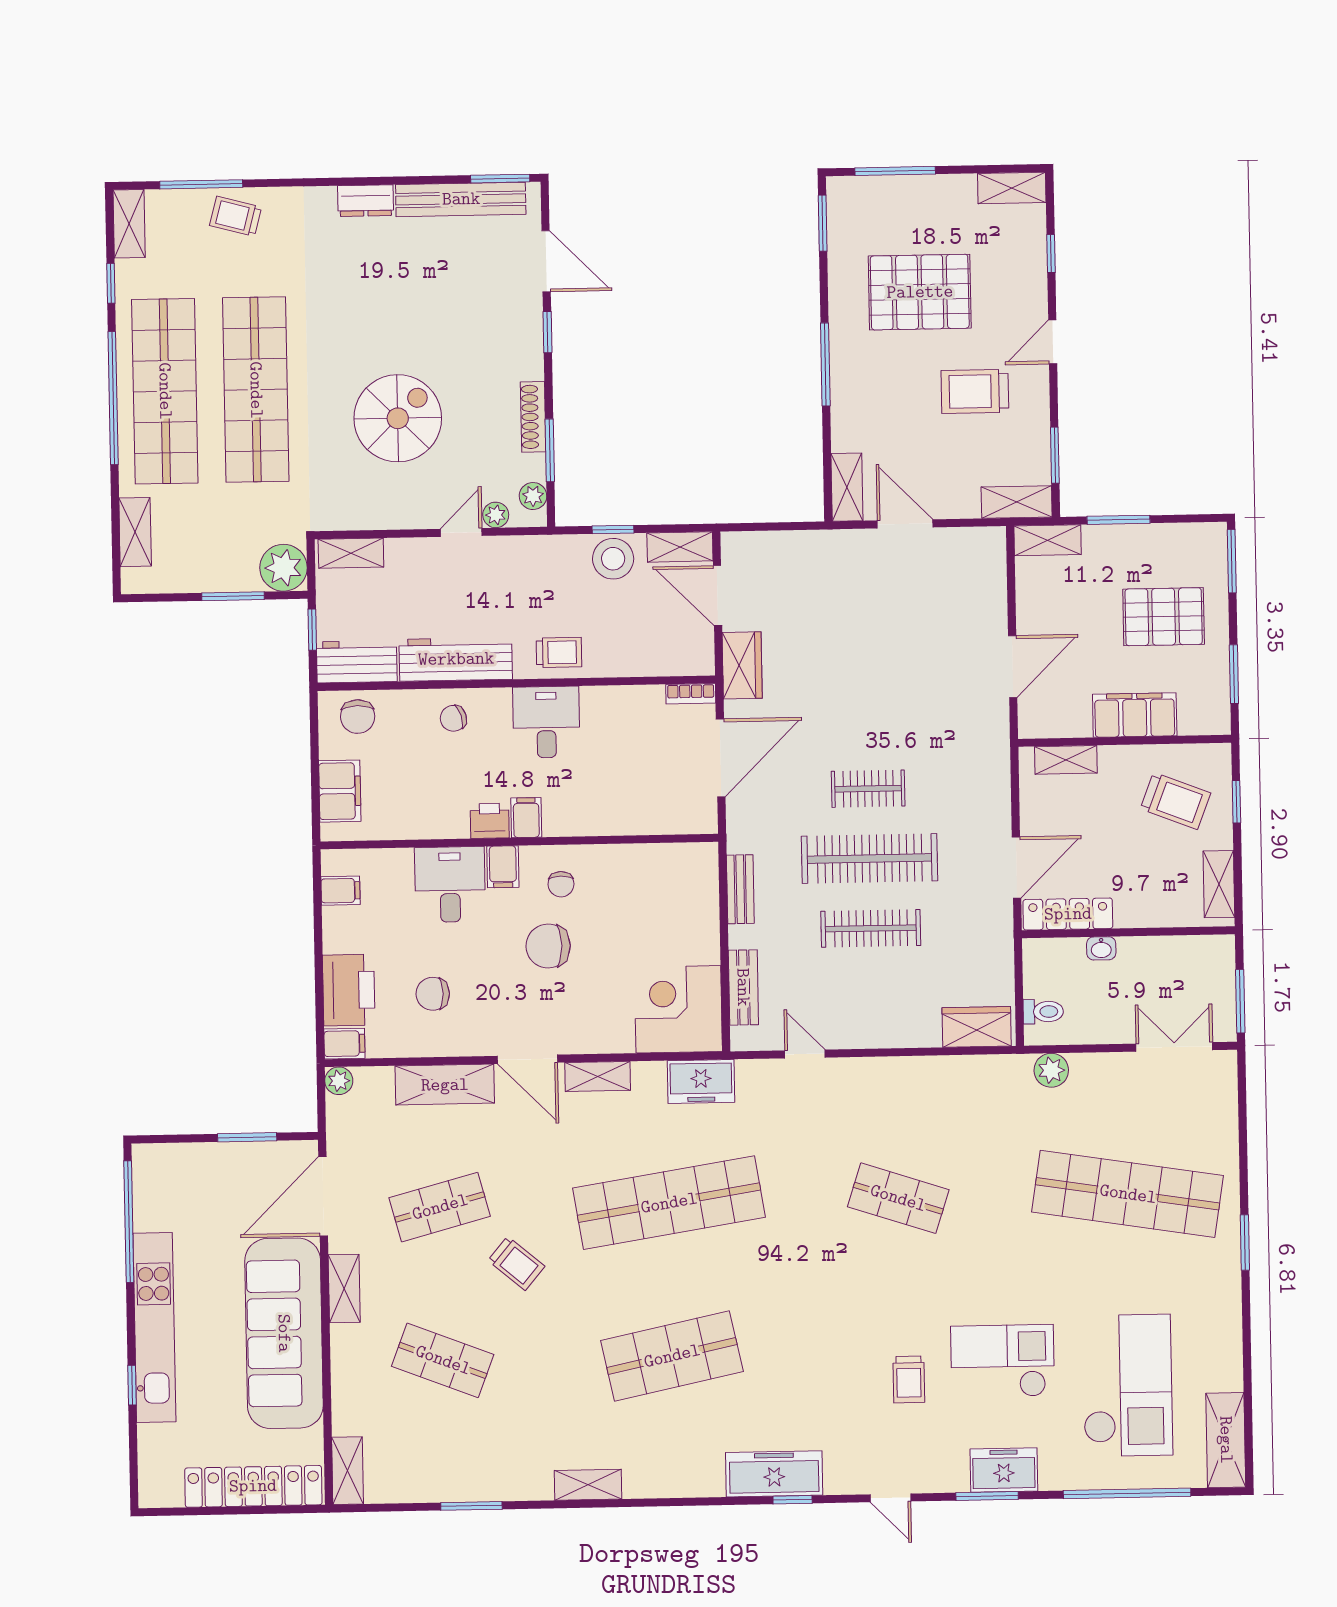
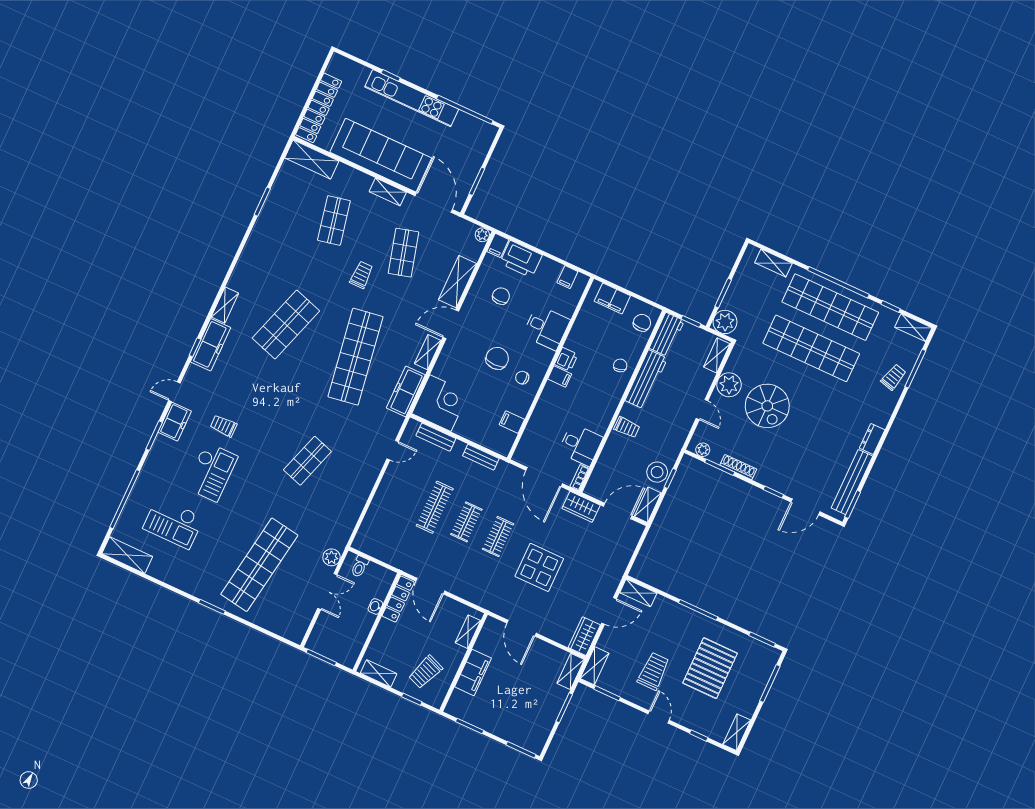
plant: (496, 515) -> (729, 385), moved, width x1.87, depth x1.87
pallet: (1164, 617) -> (511, 707), removed
trolley: (559, 652) -> (627, 427), turned -90
display table: (888, 688) -> (539, 567), added
chair: (358, 717) -> (642, 323), turned 90
desk: (546, 722) -> (580, 445), moved
clothes rail: (869, 859) -> (466, 522), width x0.54, depth x0.76
filing cabinet: (503, 867) -> (512, 422), moved
wardrobe: (977, 1027) -> (584, 636), moved, turned 180
double door: (1174, 1047) -> (327, 592), moved
freezer: (701, 1081) -> (406, 391), width x1.40
trolley: (516, 1263) -> (361, 275), turned 140
shop shelf: (672, 1356) -> (286, 324), turned 30
shop shelf: (443, 1360) -> (334, 220), turned -33
checkout: (1127, 1385) -> (173, 523), width x0.73, depth x0.83
freezer: (1004, 1470) -> (175, 422), moved
shelving: (348, 1471) -> (312, 159), width x1.50, depth x1.33
shelving: (588, 1485) -> (225, 305), moved

